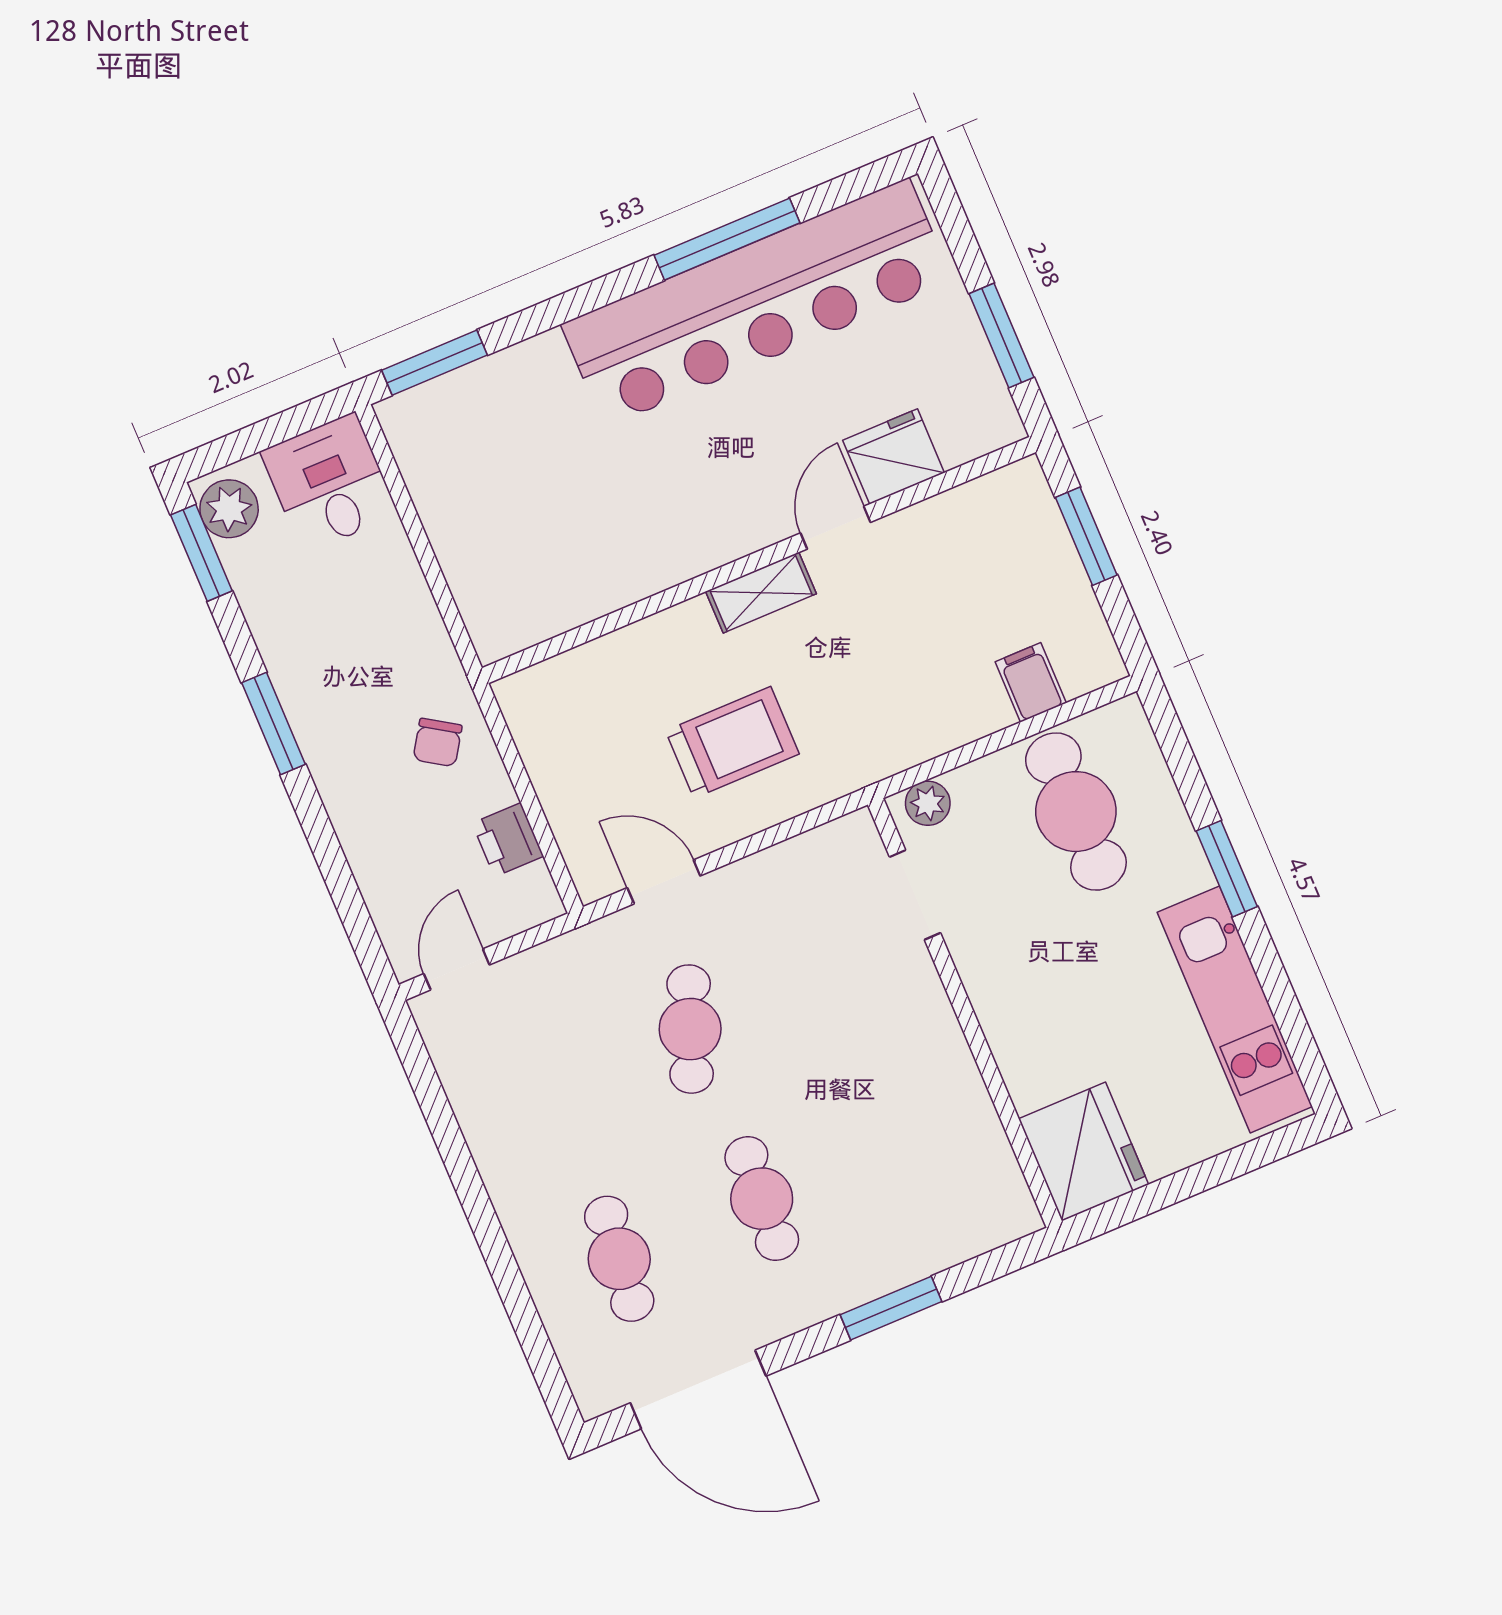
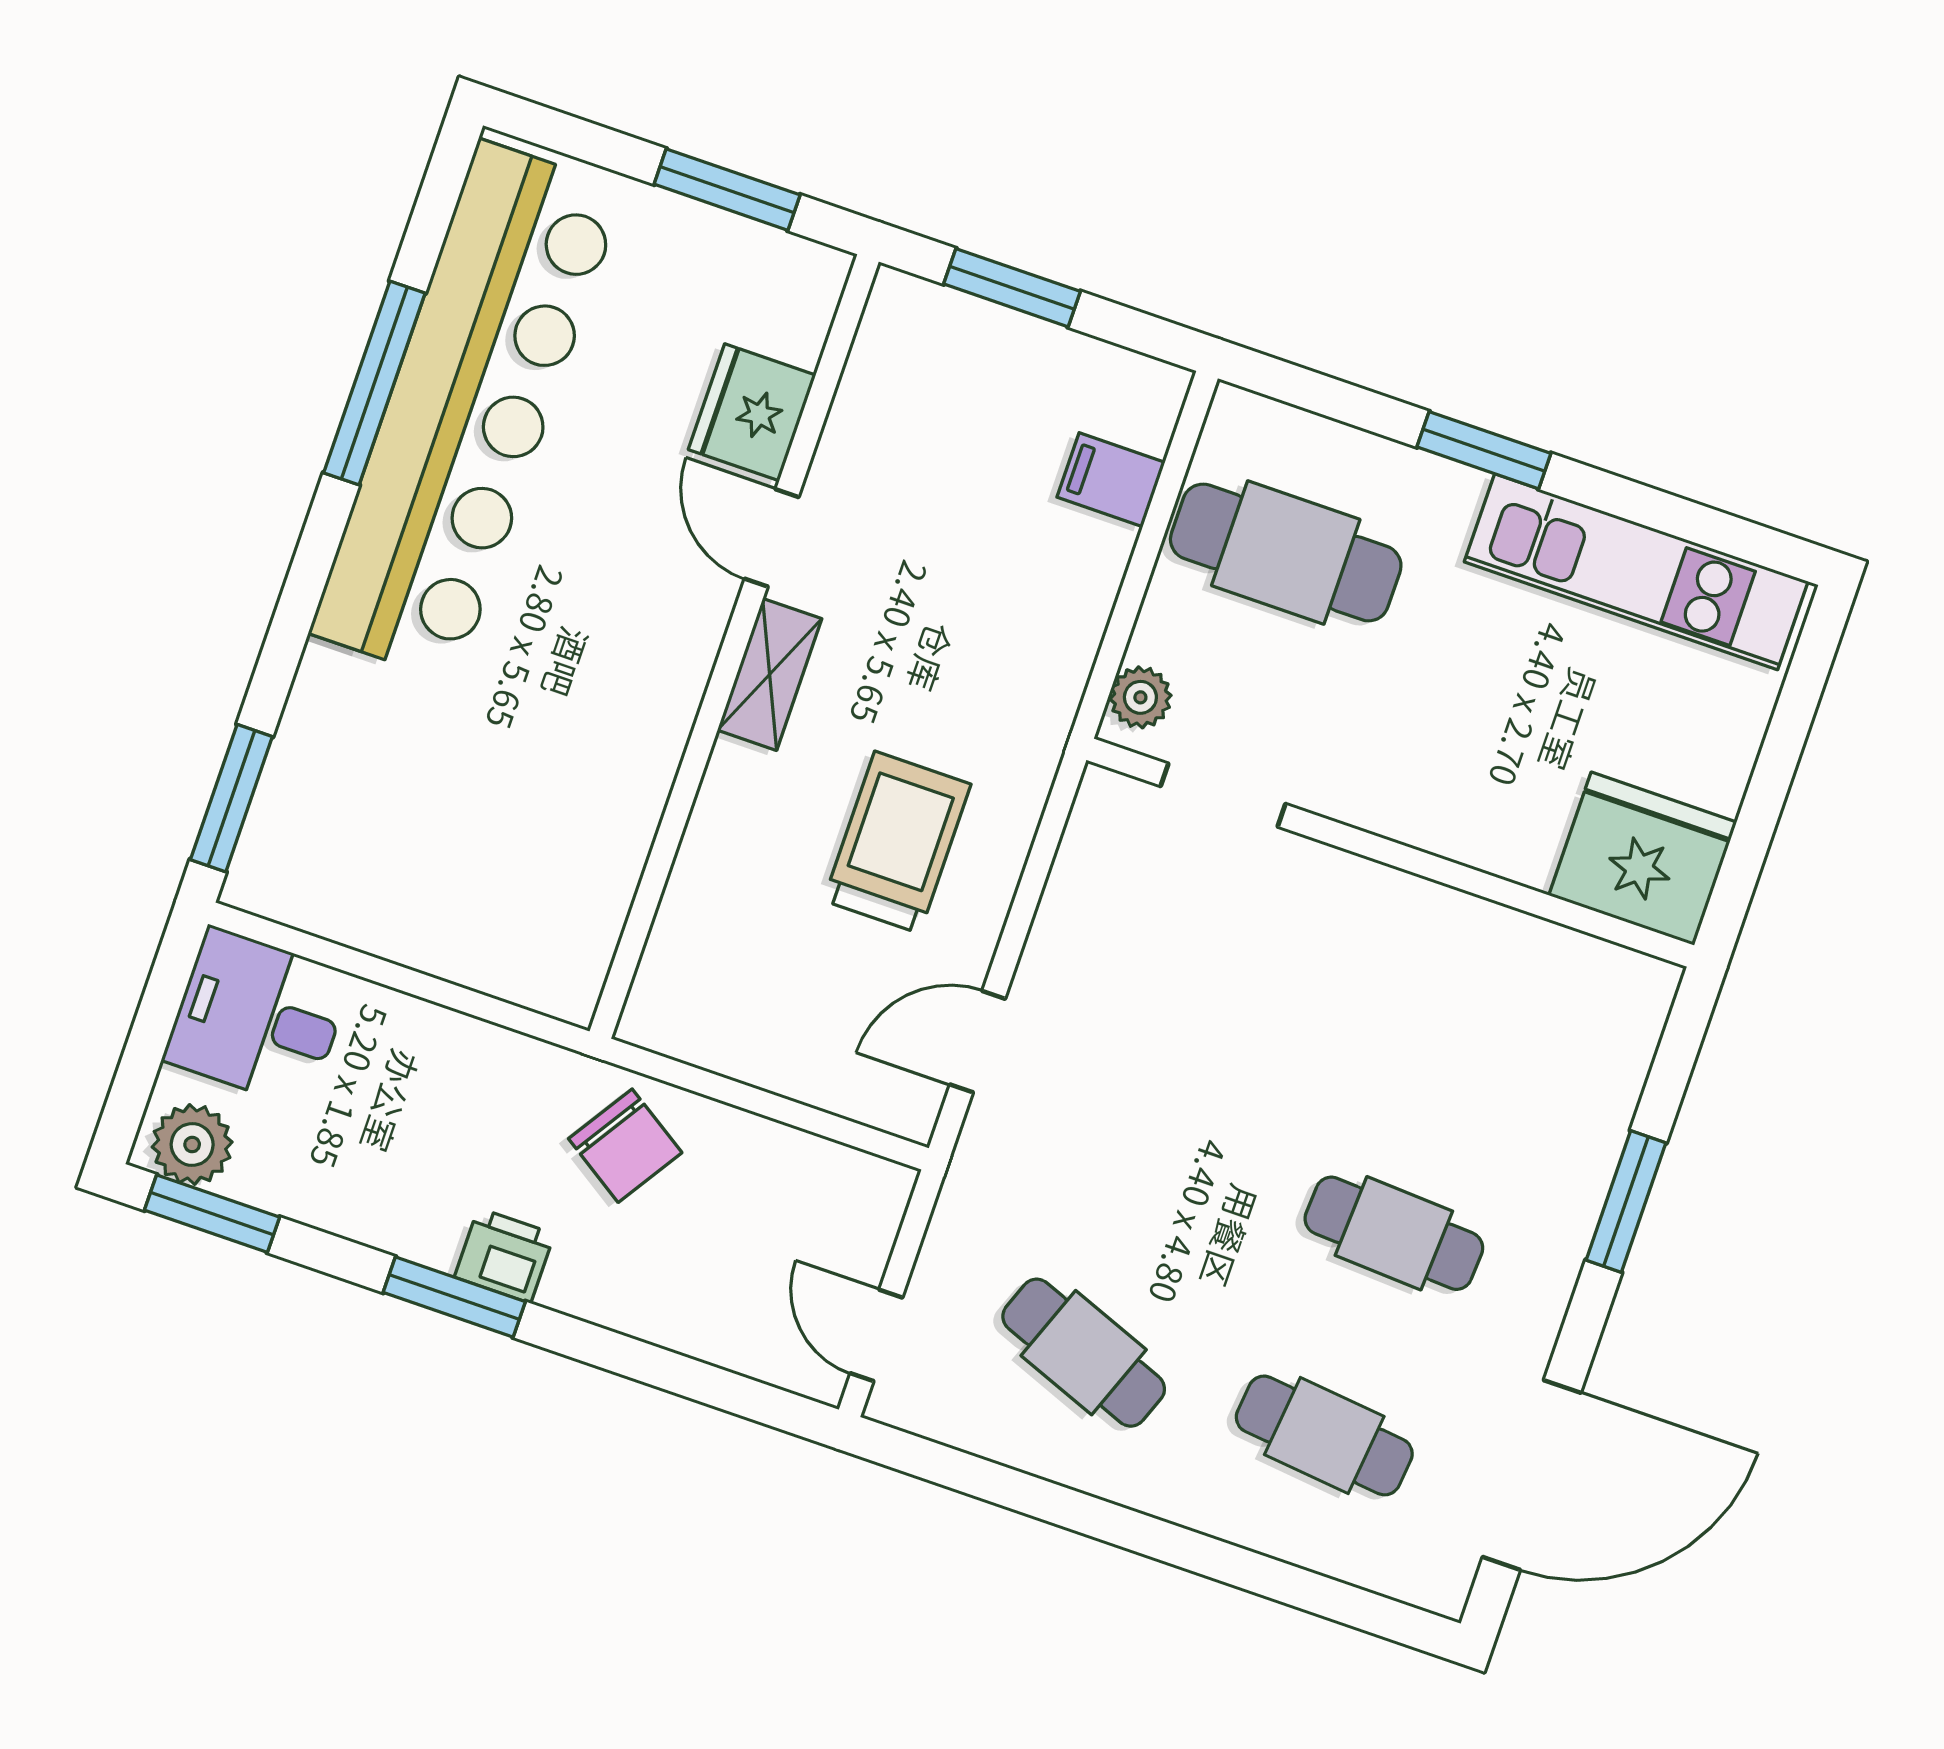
chair: (438, 742) -> (625, 1146), width x1.37, depth x1.37
printer: (508, 840) -> (504, 1256), moved, turned 180
cafe table: (690, 1029) -> (1084, 1353), moved

